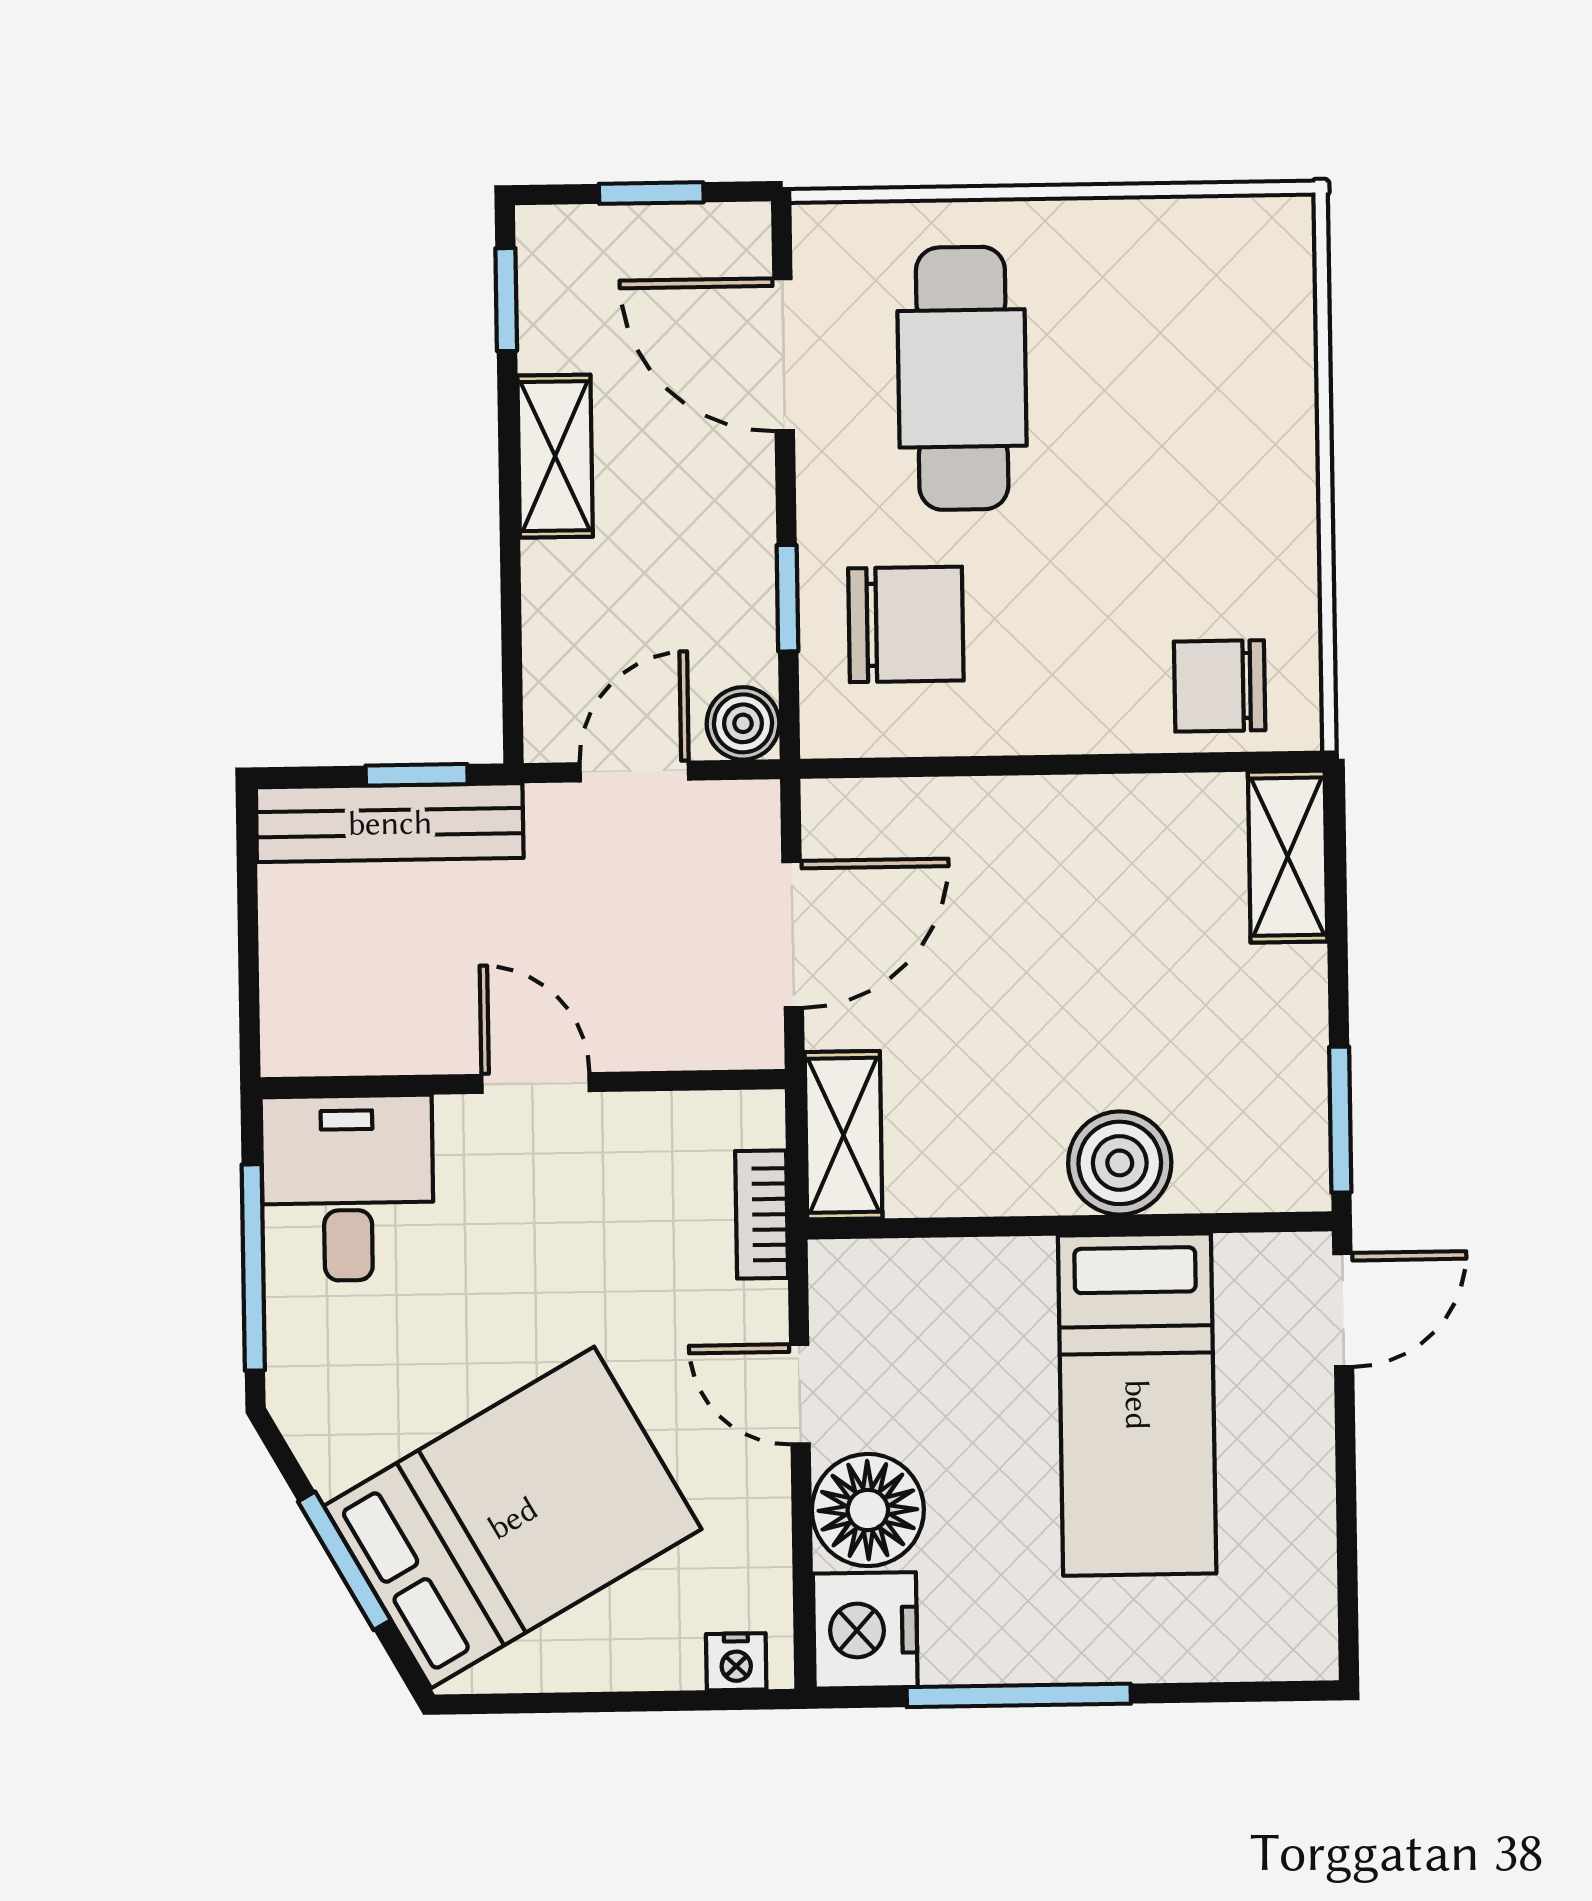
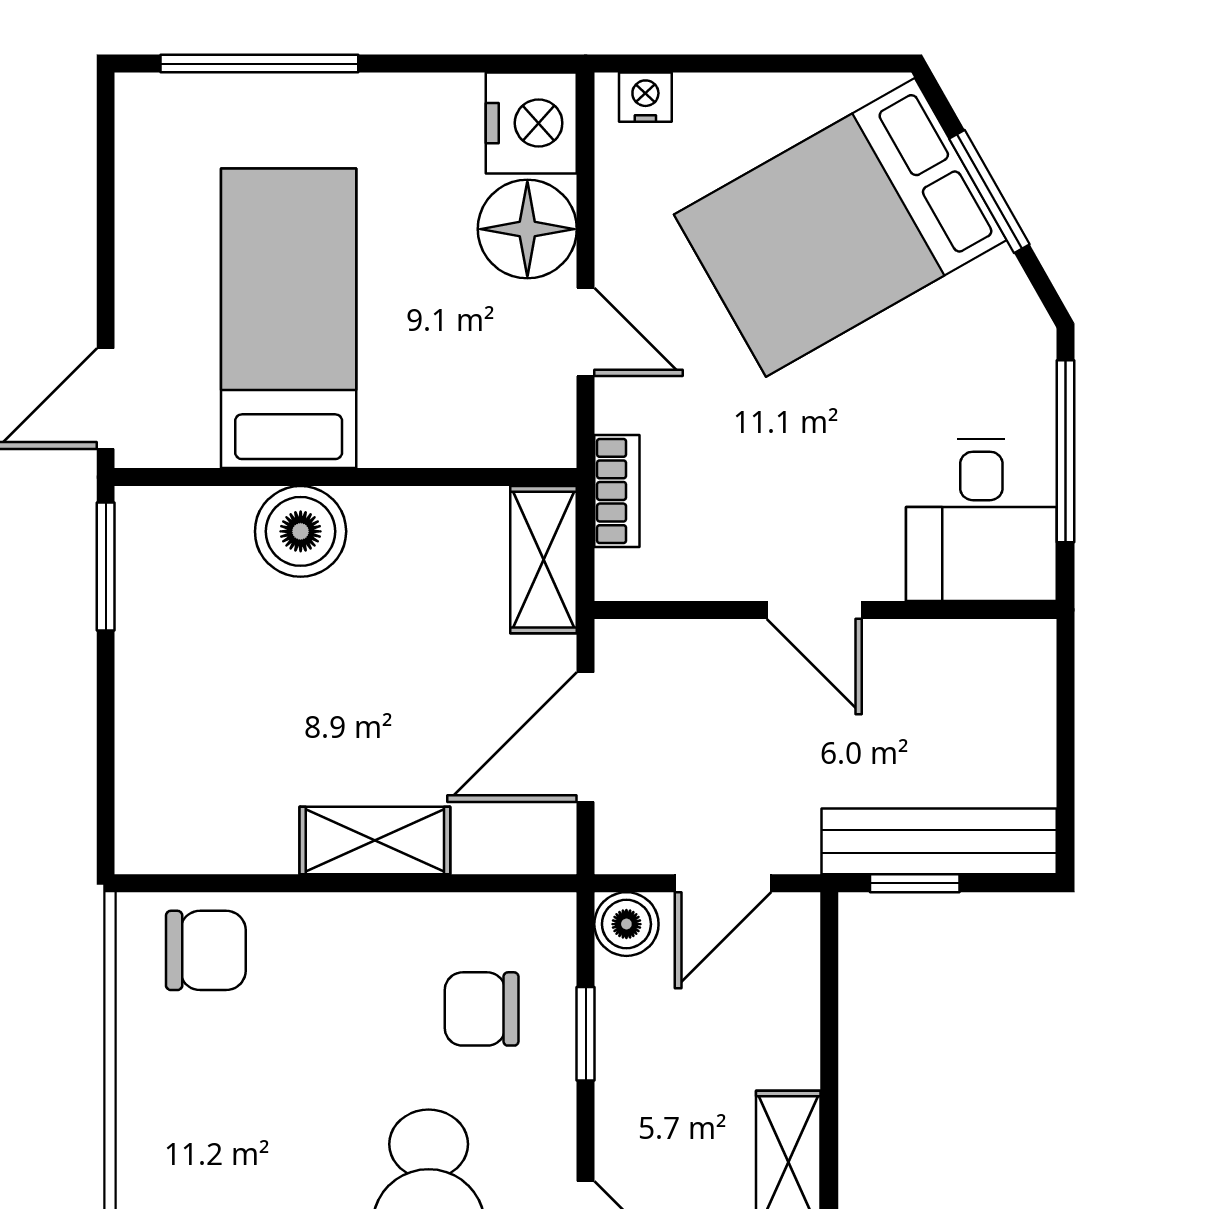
chair: (906, 624) -> (482, 1009), width x0.73, depth x0.73
shelving: (1288, 857) -> (375, 840), moved, turned 90
window: (1019, 1695) -> (259, 64), moved

